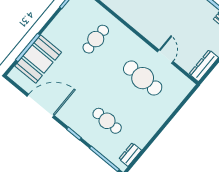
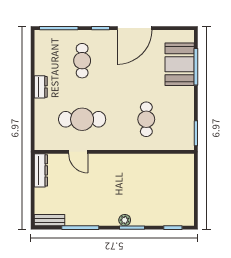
door: (41, 106) -> (135, 28), moved
cafe table: (107, 121) -> (82, 61), turned 90
dresser: (130, 155) -> (41, 87), moved

